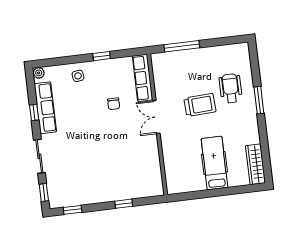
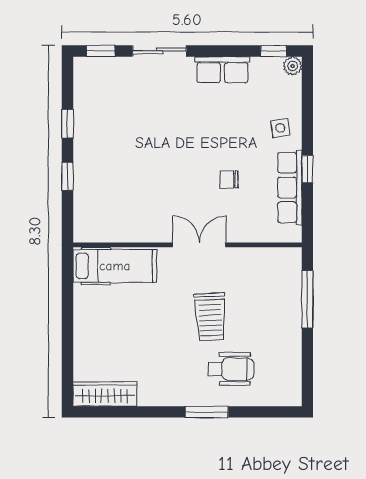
row of seats: (143, 78) -> (290, 187), moved, turned -90
row of seats: (45, 108) -> (223, 70), width x0.68
window: (34, 112) -> (273, 51), moved
hospital bed: (214, 163) -> (115, 266), moved
window: (73, 210) -> (68, 124), moved

